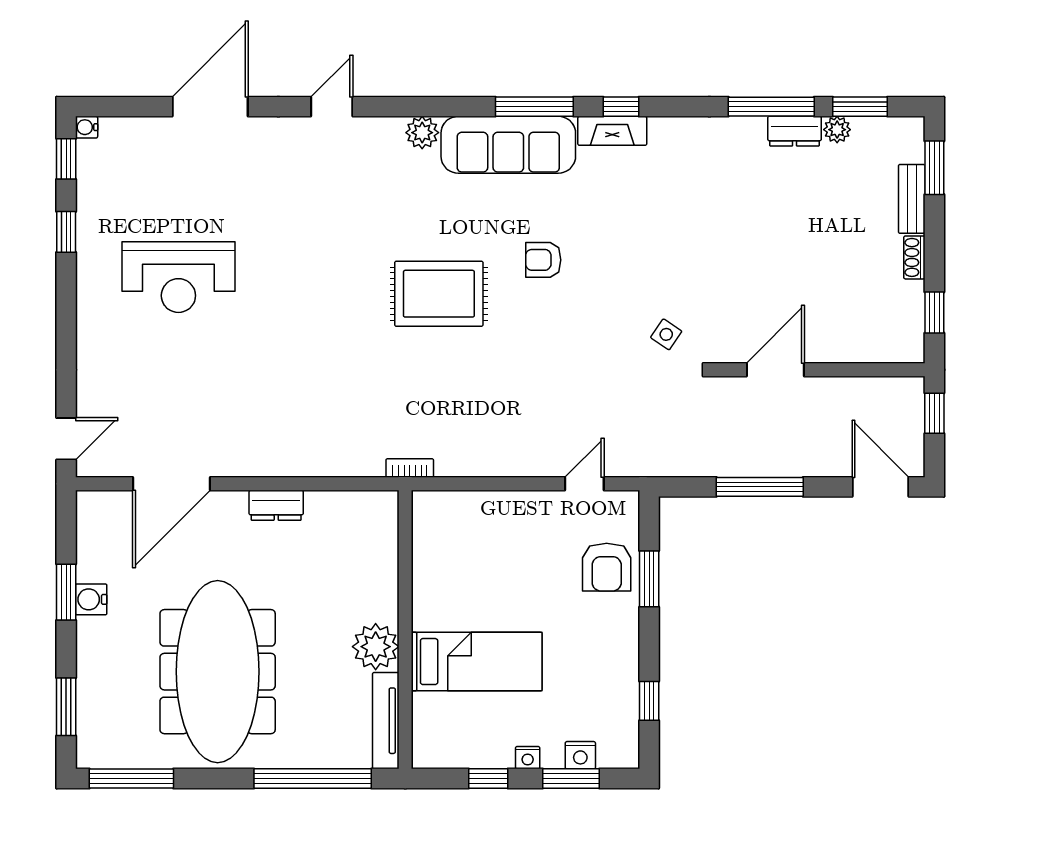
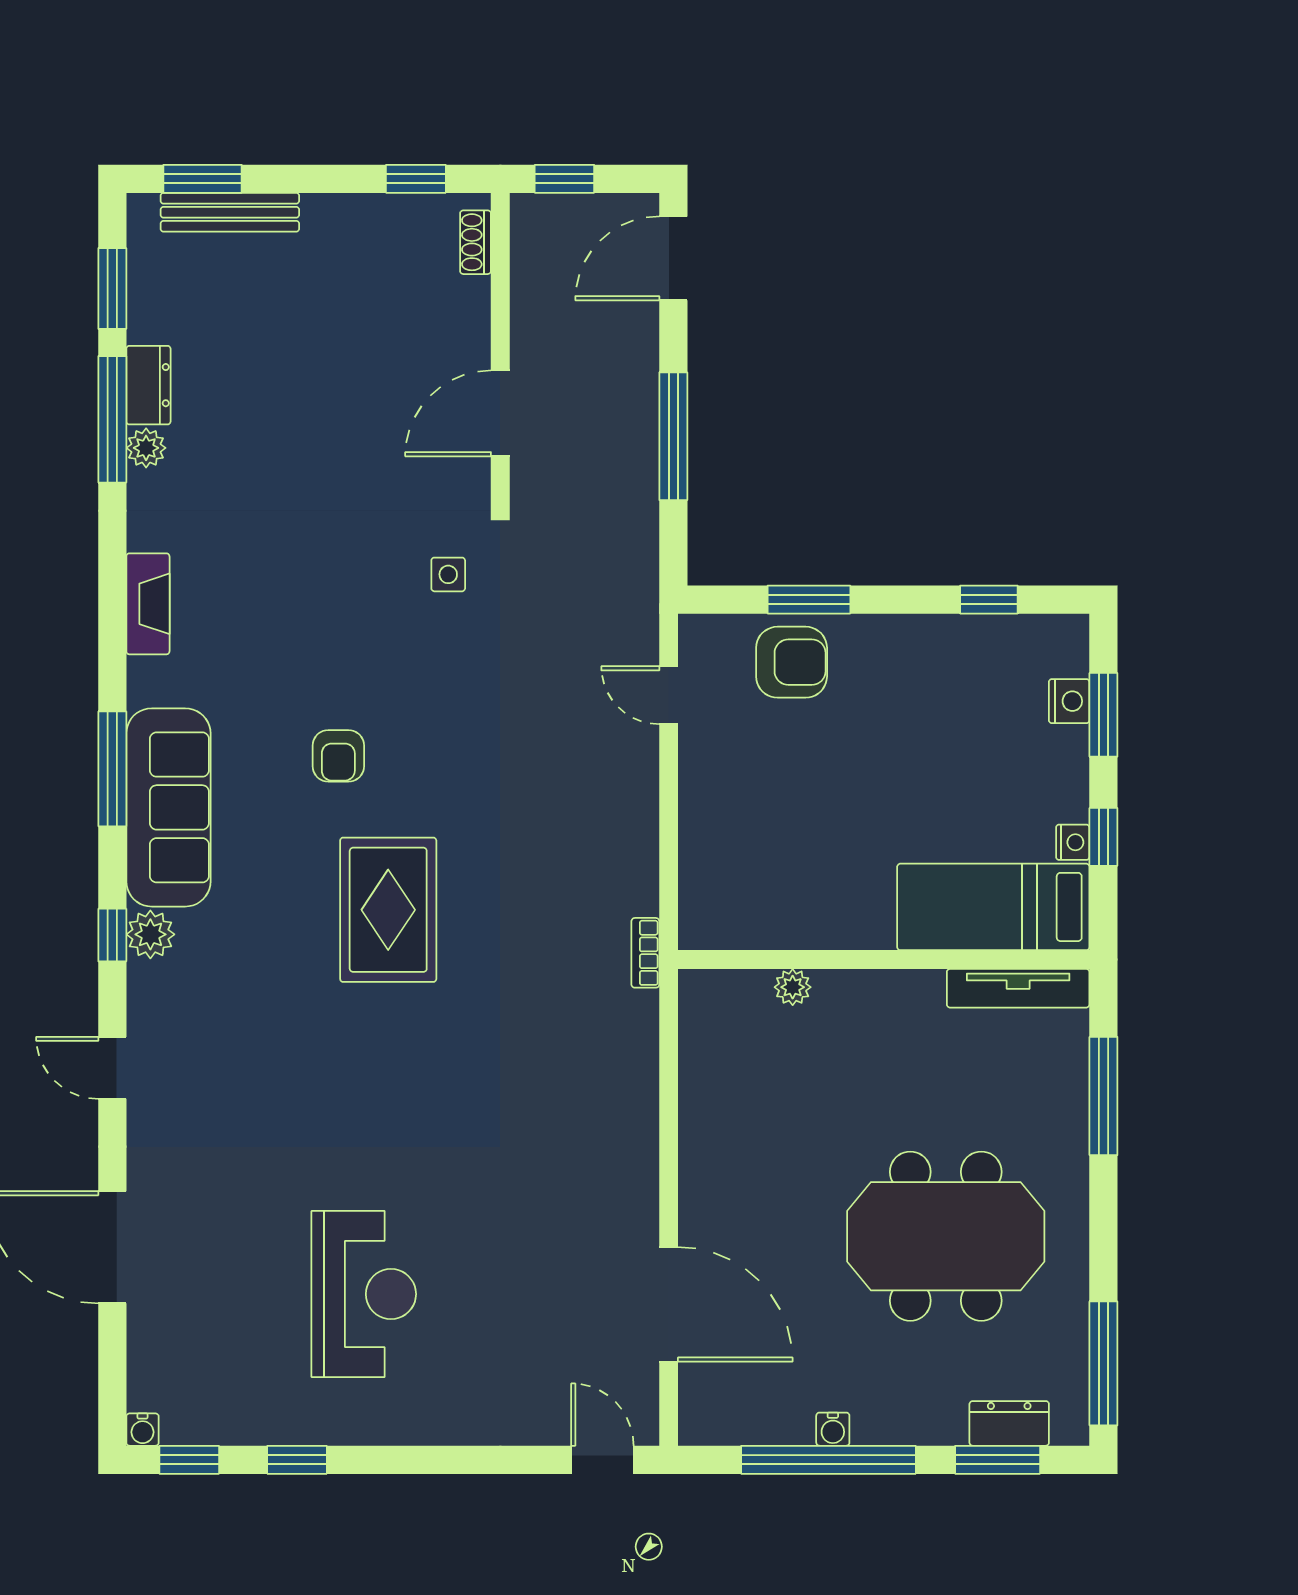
window: (621, 107) -> (112, 935), moved
plant: (837, 130) -> (146, 448), moved
fireplace: (612, 131) -> (148, 604), moved
bench: (912, 199) -> (230, 212), width x1.36
shoe rack: (914, 257) -> (476, 242), moved, turned 90
side table: (666, 334) -> (448, 574), turned -34
door: (775, 370) -> (500, 413), hinge flipped
dresser: (276, 505) -> (1009, 1423), moved, turned -90
window: (66, 592) -> (828, 1460), width x2.11
water cooler: (91, 599) -> (833, 1429), width x0.72, depth x0.72
plant: (376, 647) -> (793, 987), moved, width x0.53, depth x0.53
bed: (477, 662) -> (993, 907), moved, turned -90
meeting table: (218, 672) -> (946, 1236), width x0.73
nightstand: (528, 758) -> (1073, 842), moved
window: (313, 778) -> (1103, 1096), width x0.68

